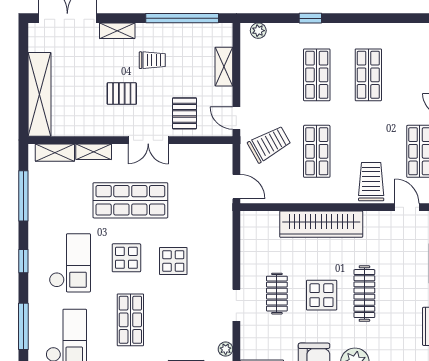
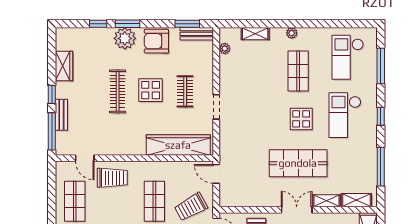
double door: (148, 140) -> (297, 210), moved
trolley: (371, 182) -> (112, 178), turned -90
wardrobe: (321, 224) -> (178, 145), moved
display table: (173, 261) -> (265, 116), removed
doorway: (236, 305) -> (216, 107), moved

